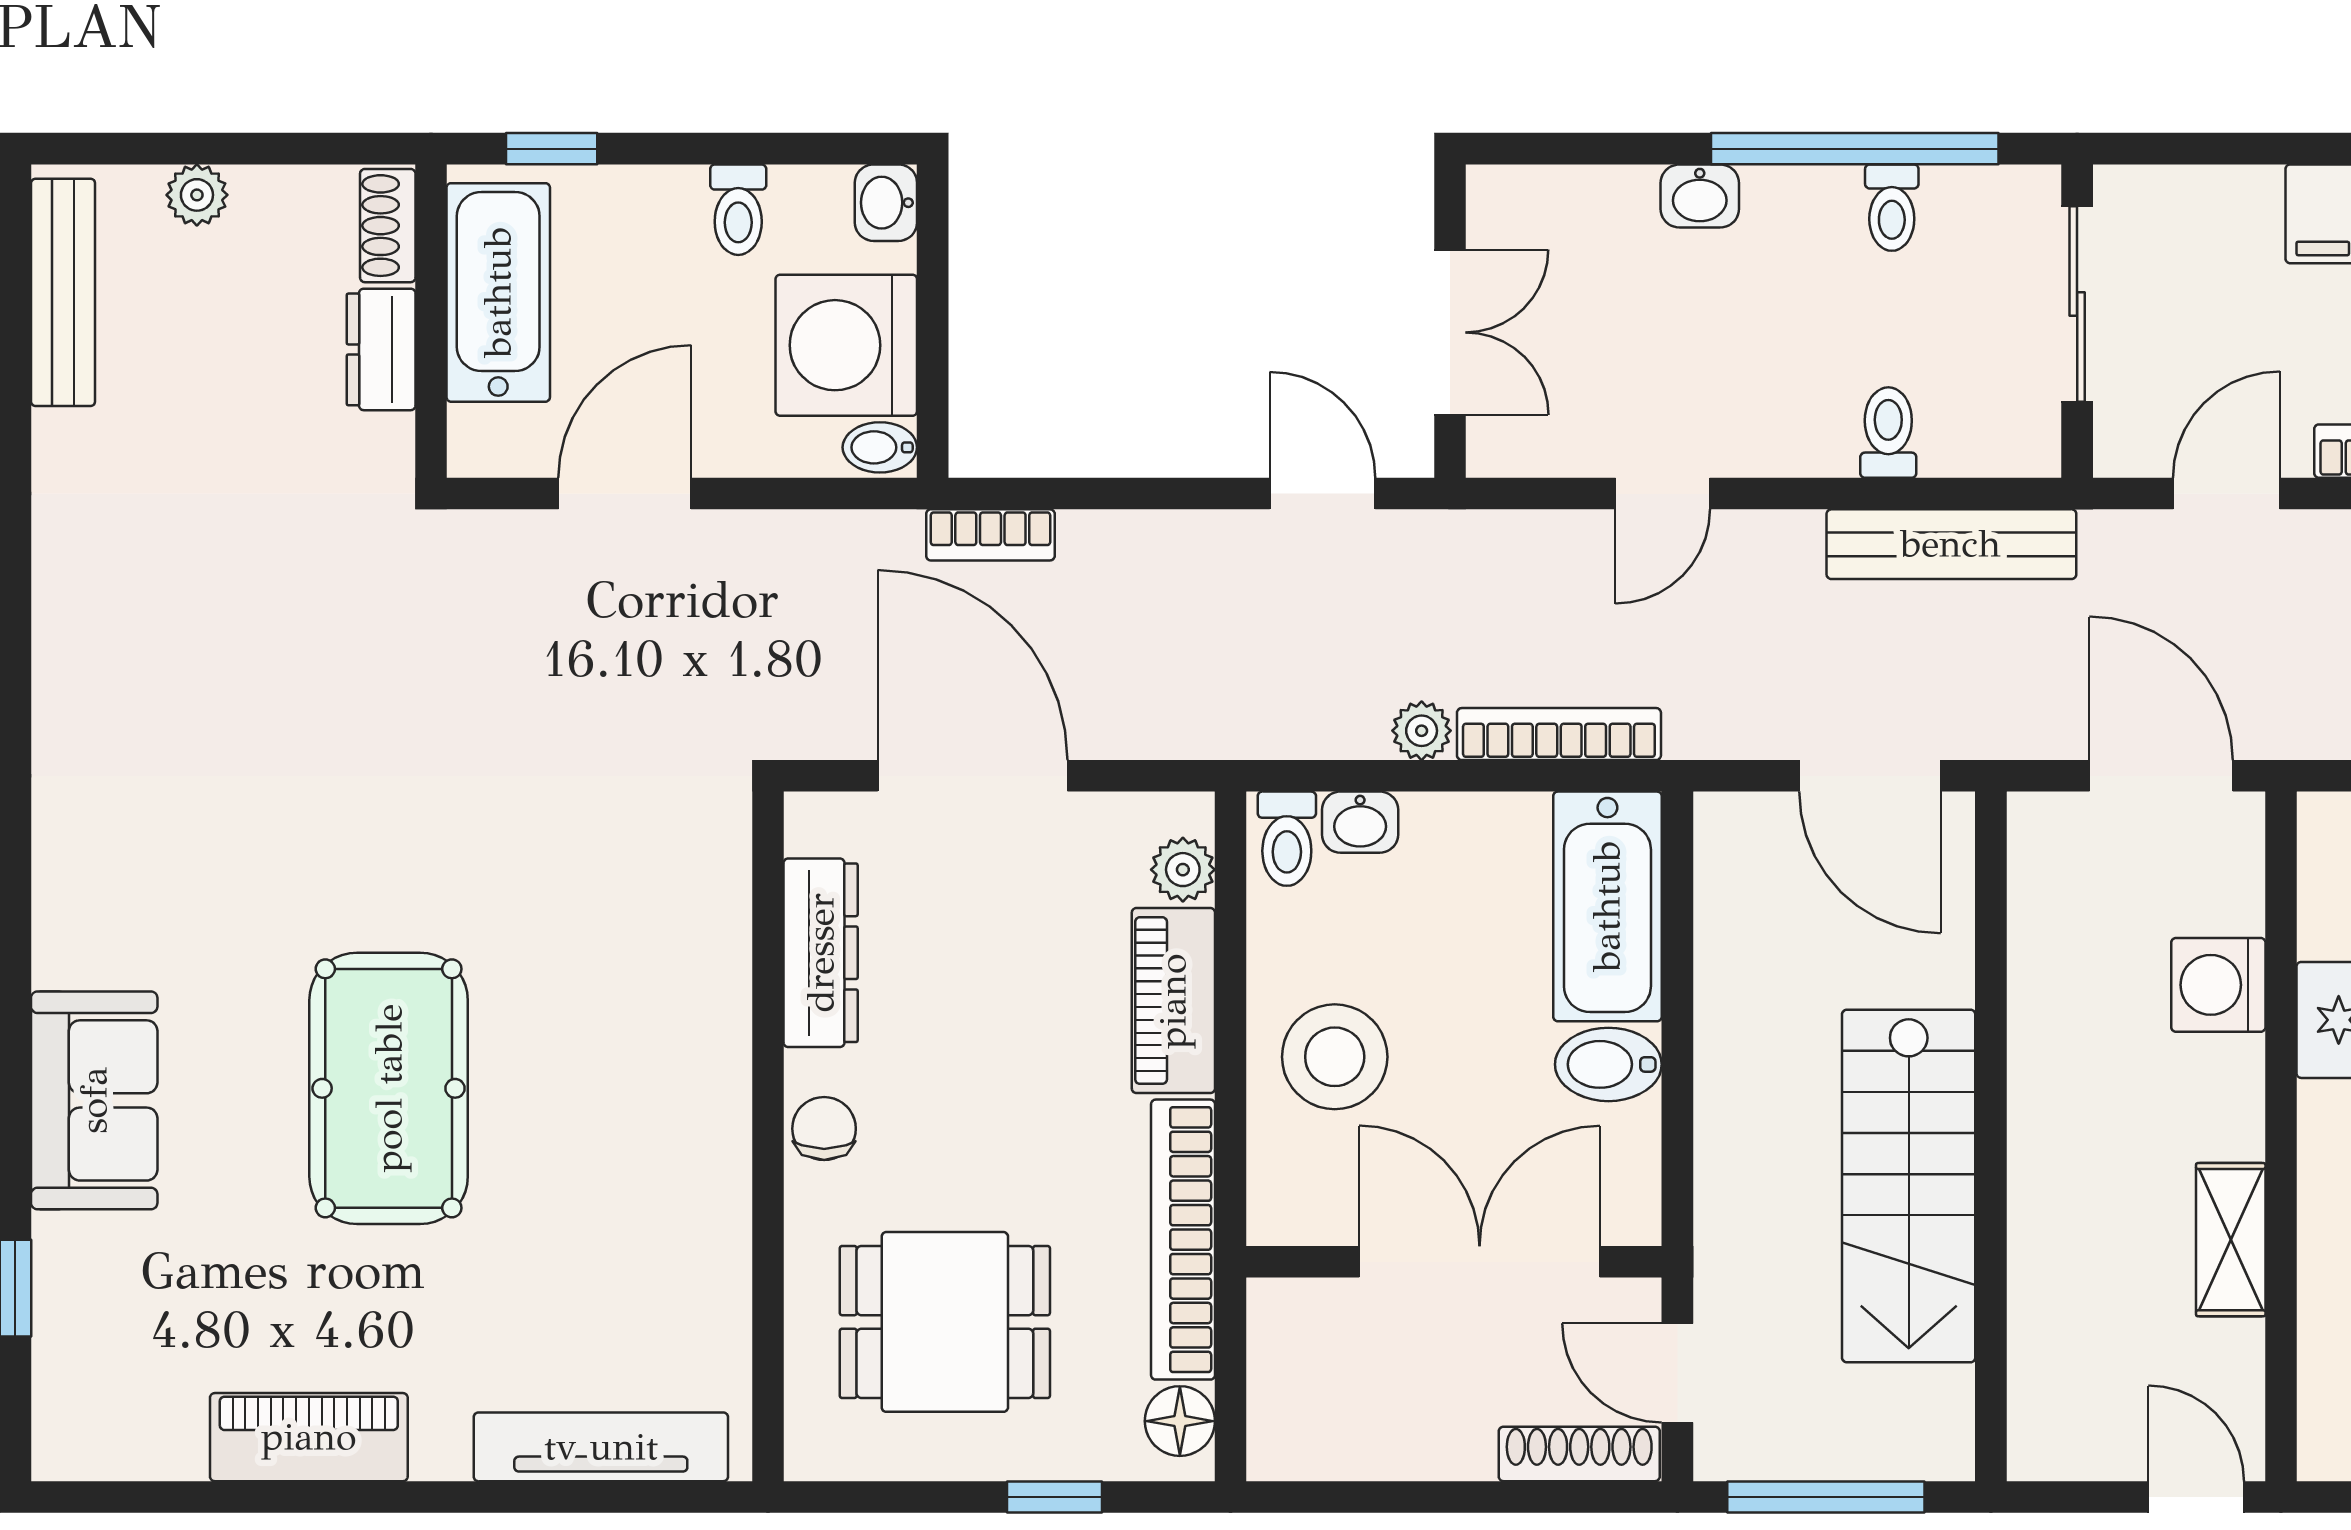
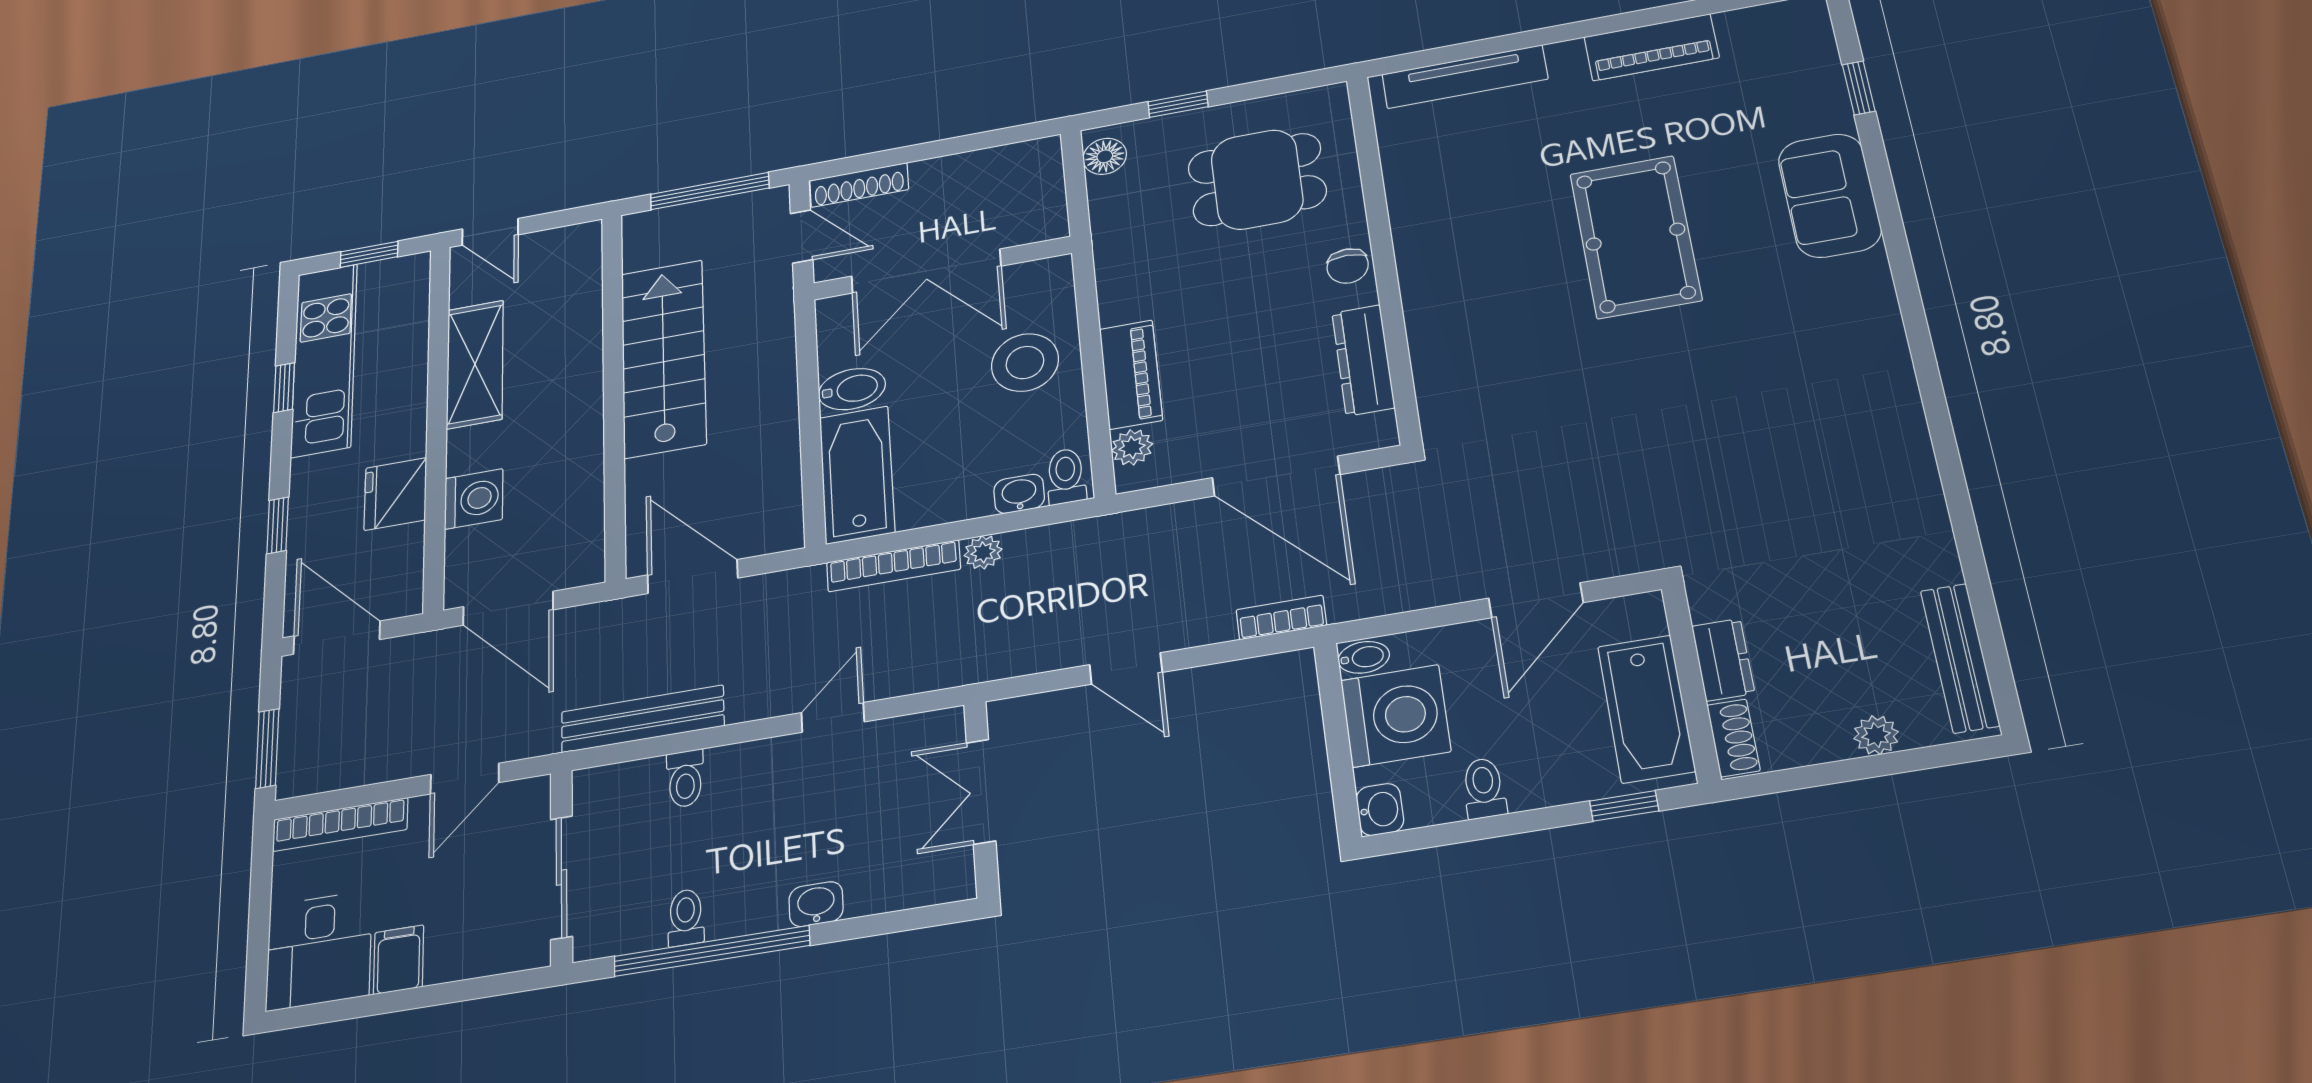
door: (1323, 494) -> (1126, 669), moved
bookcase: (1183, 1240) -> (1112, 249), removed
shelving: (2231, 1240) -> (475, 364), width x1.50, depth x1.33

